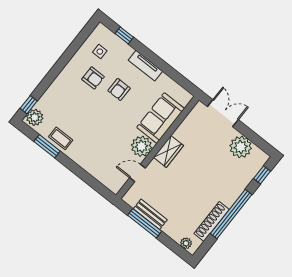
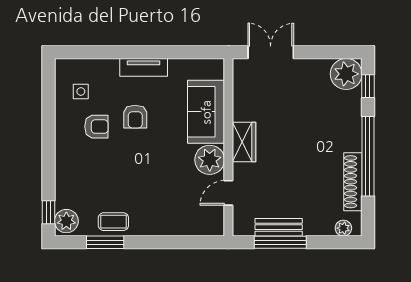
window: (124, 35) -> (94, 52), removed
plant: (241, 147) -> (346, 74), moved

